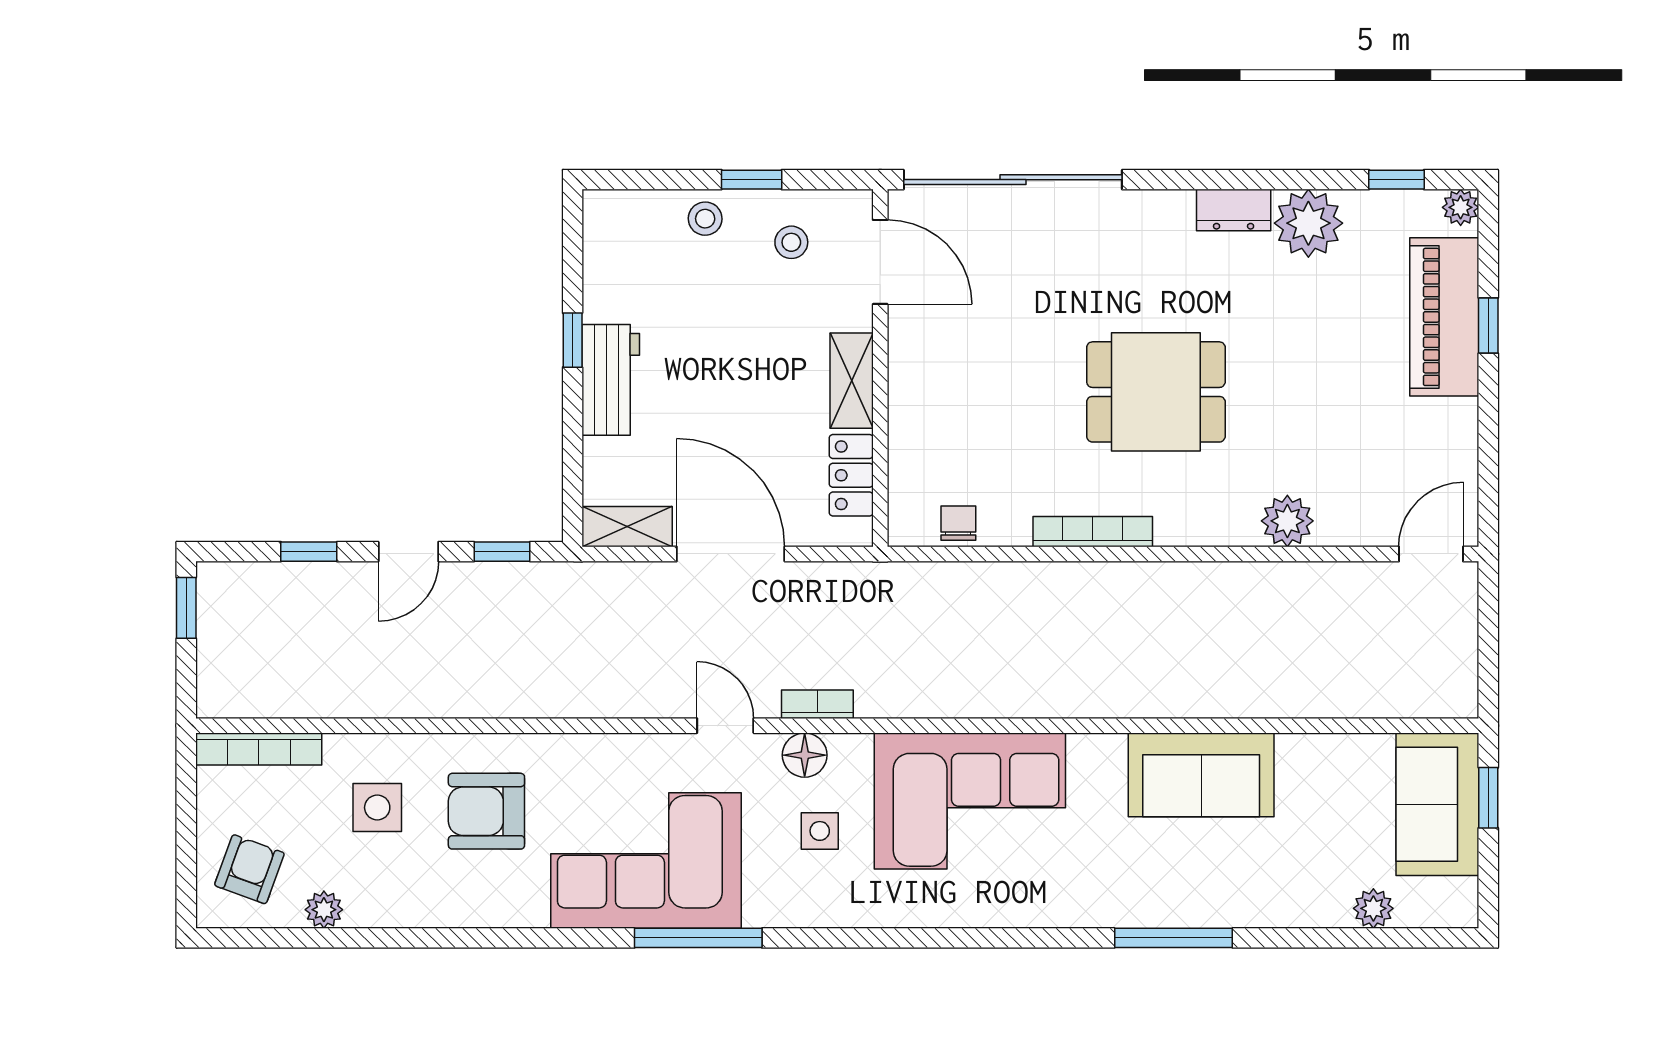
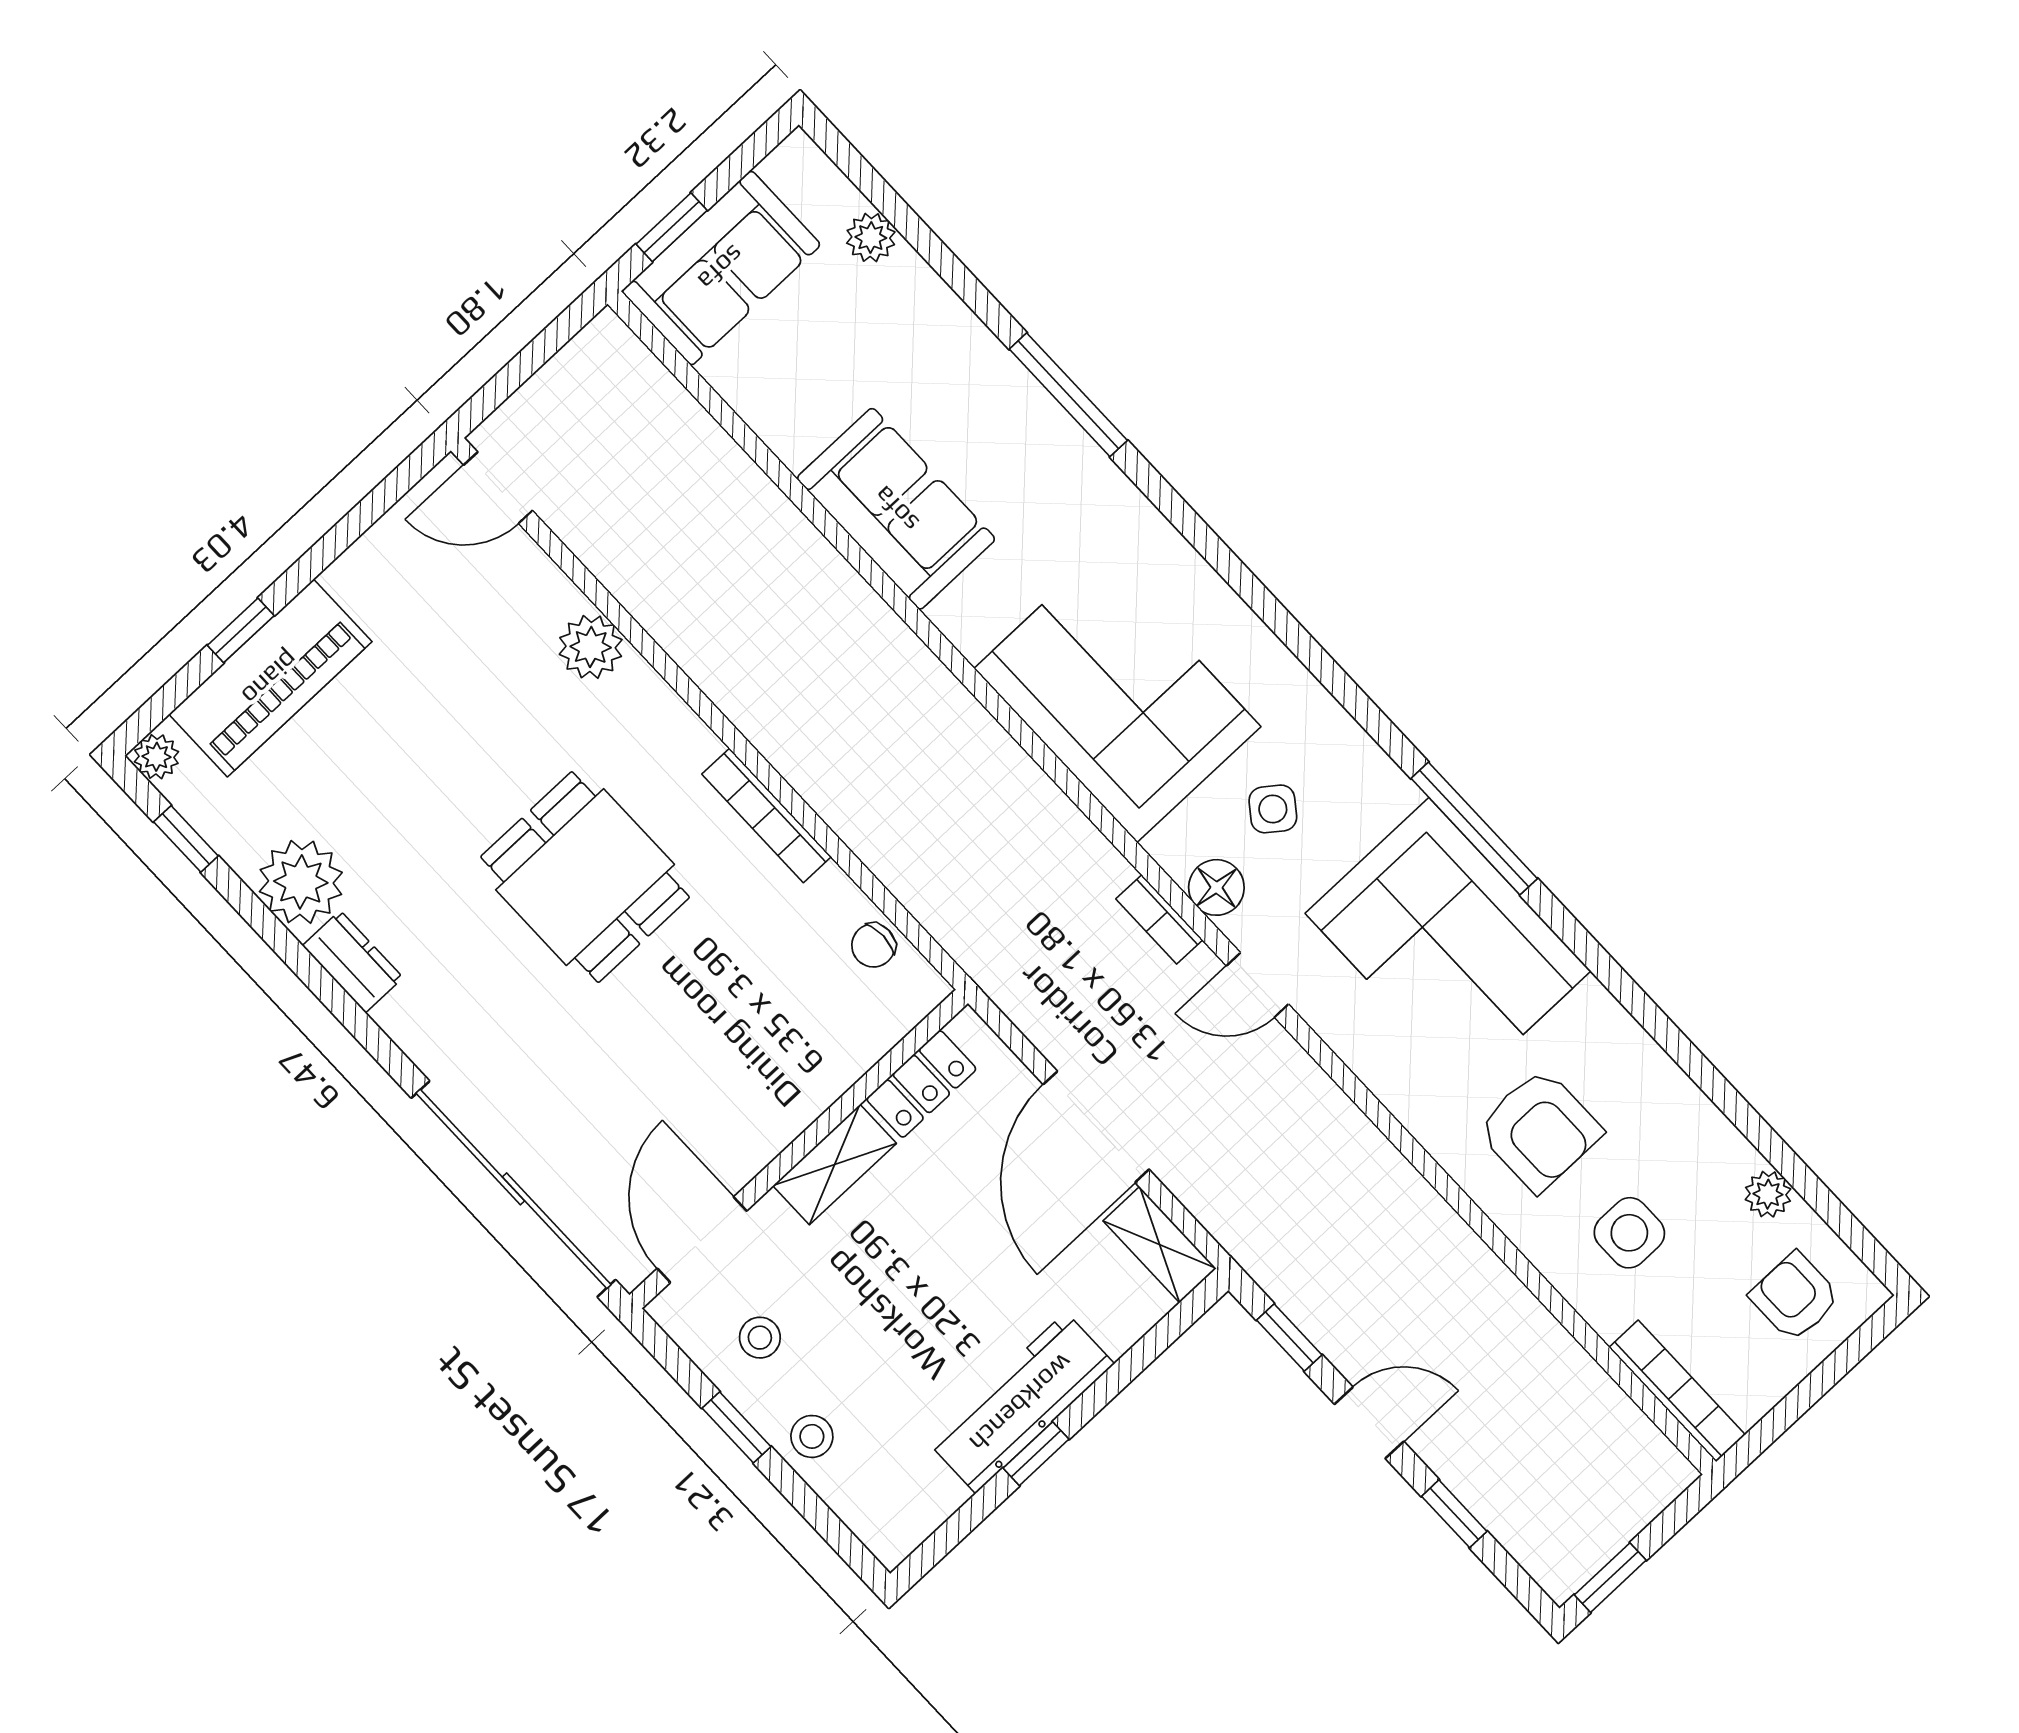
workbench: (611, 380) -> (1021, 1403), width x1.38
door: (725, 726) -> (1257, 985), hinge flipped
side table: (820, 831) -> (1273, 809), turned 37
armchair: (249, 869) -> (1795, 1297), turned 70

